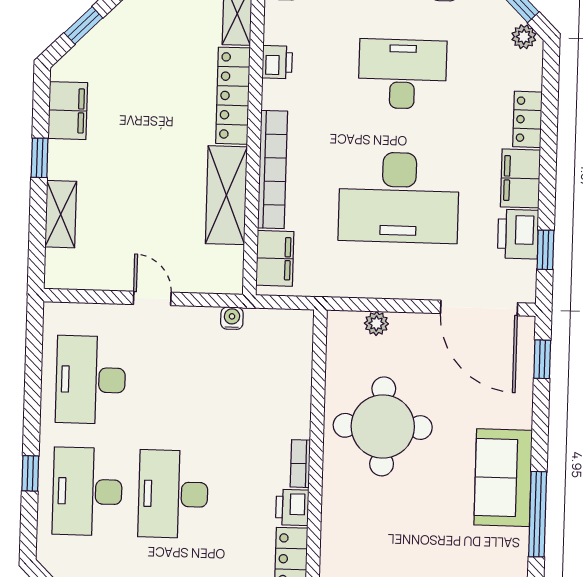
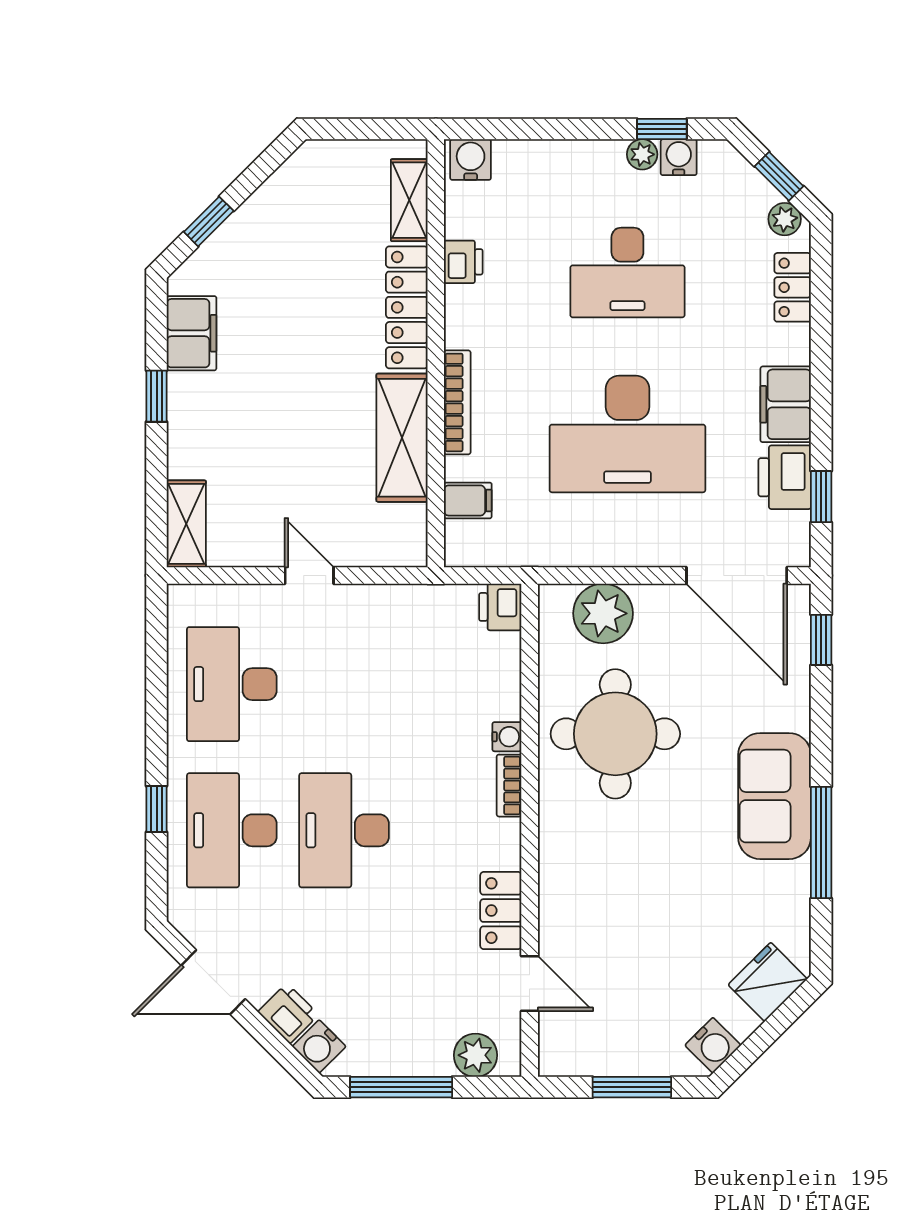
desk: (402, 74) -> (627, 273), turned 180
locker: (527, 119) -> (793, 287), moved
bookcase: (273, 170) -> (457, 402), width x0.68, depth x0.76
shelving: (61, 214) -> (186, 524), moved
filing cabinet: (275, 258) -> (468, 500), width x0.50
water cooler: (232, 318) -> (507, 737), moved, turned 90
plant: (376, 323) -> (603, 613), width x1.88, depth x1.88
printer: (292, 507) -> (500, 607), moved

